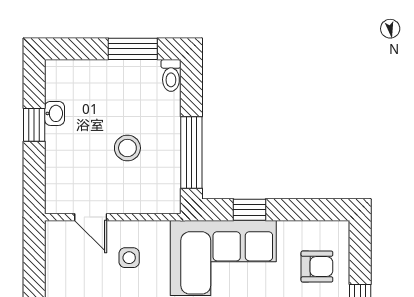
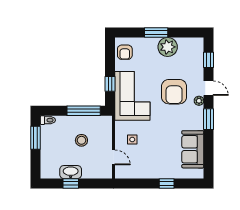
washbasin: (55, 113) -> (71, 172), width x1.91, depth x1.45
door: (91, 217) -> (114, 157), hinge flipped
armchair: (317, 267) -> (125, 52), moved, turned 180

